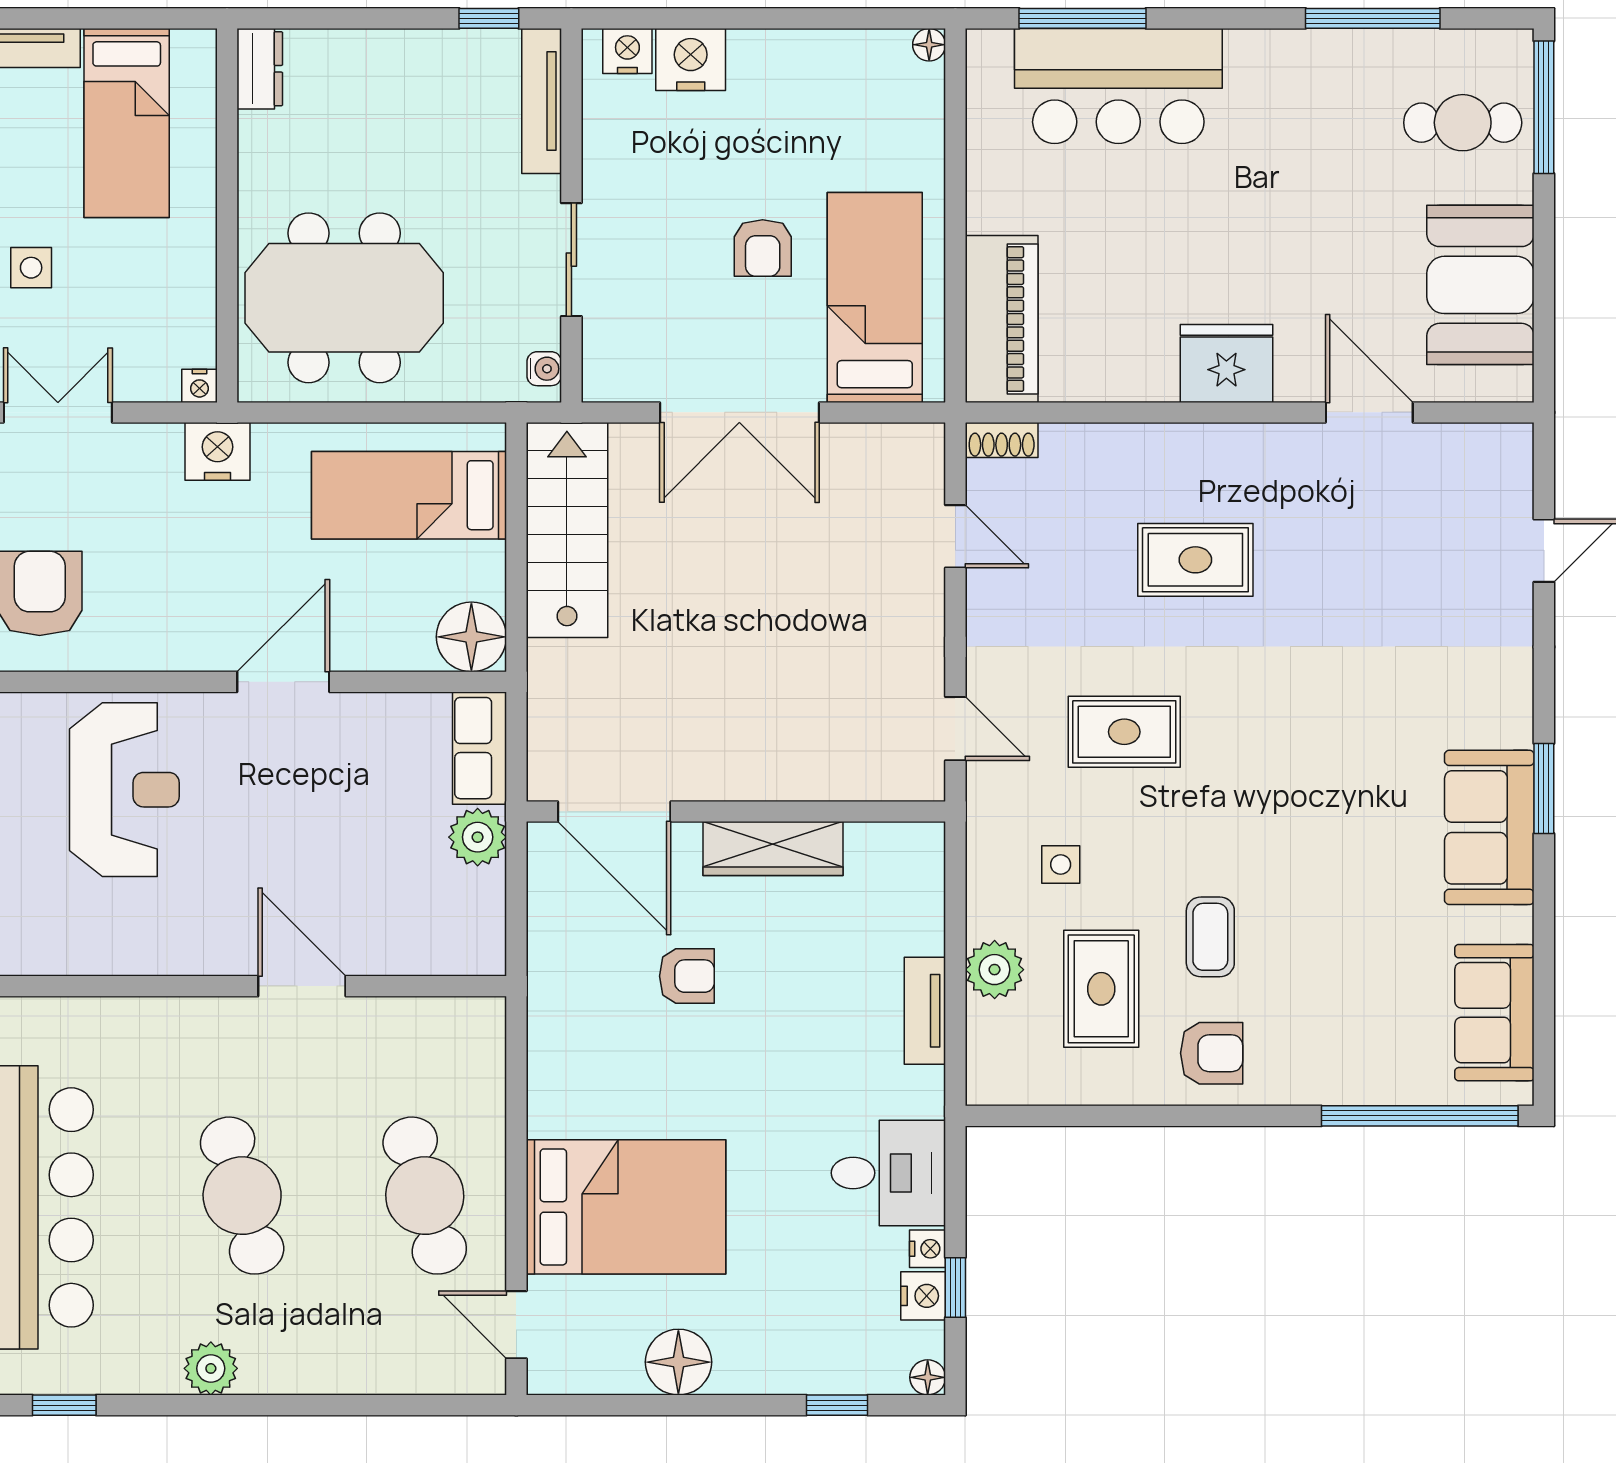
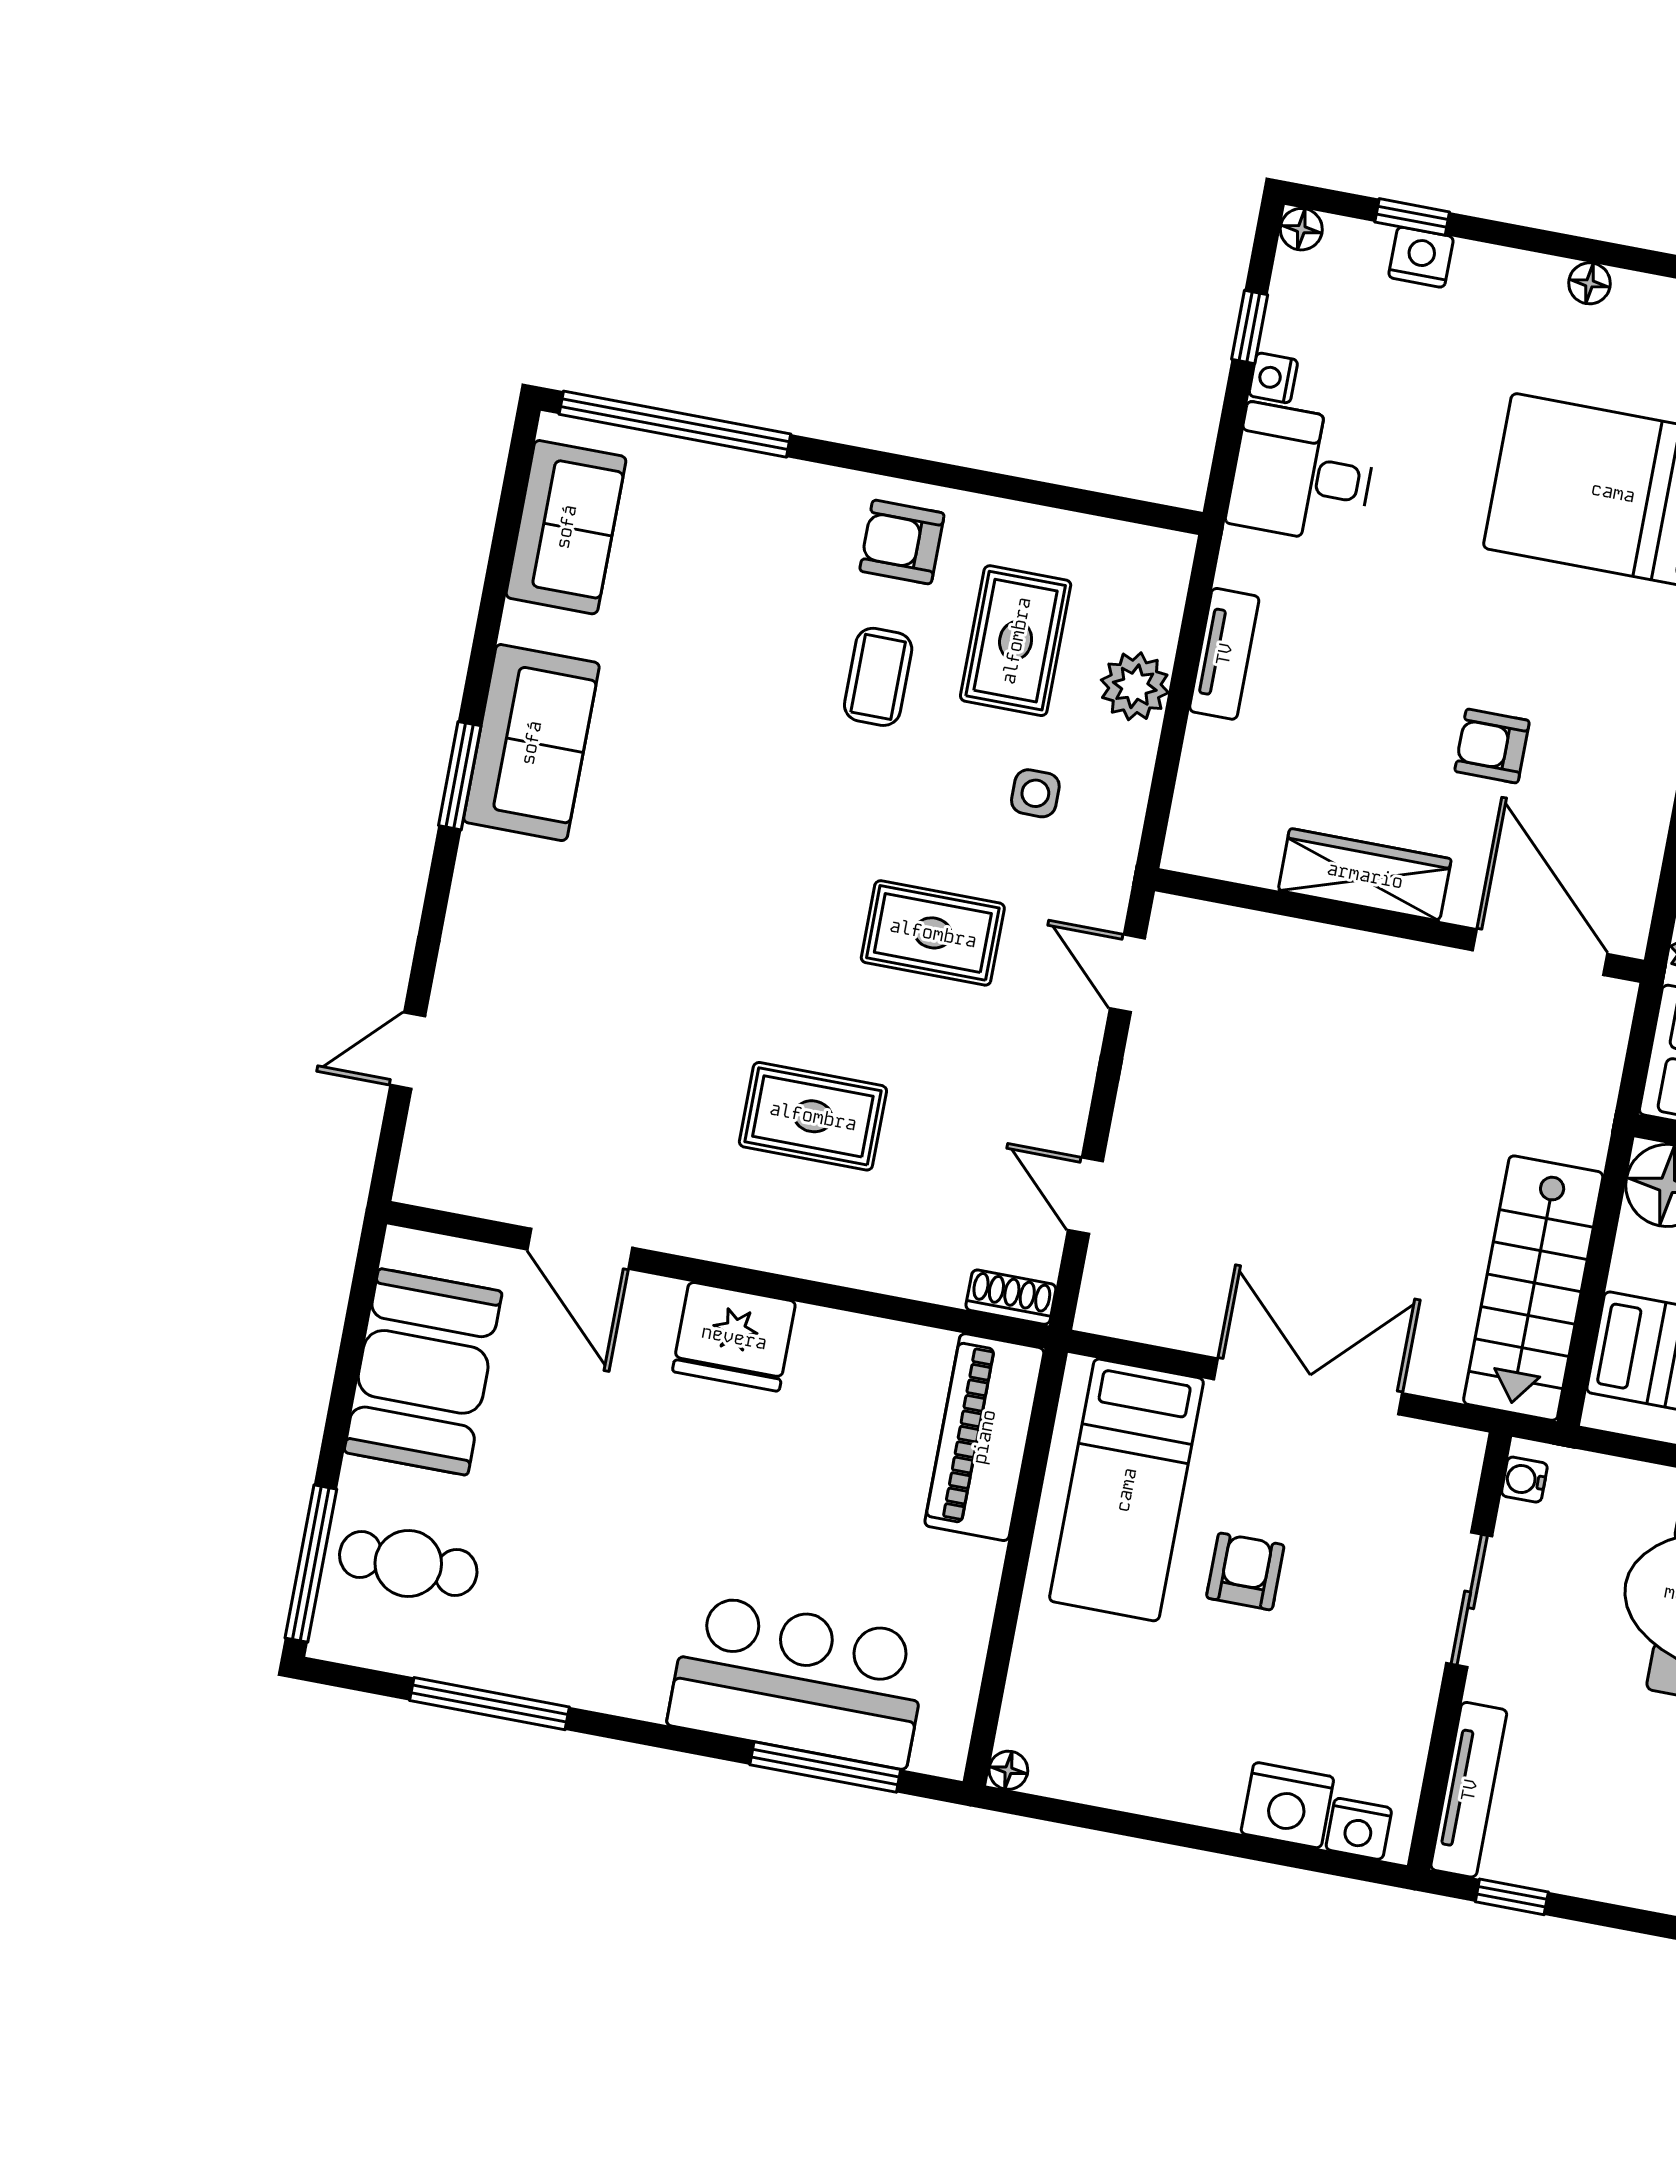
nightstand: (923, 1296) -> (1421, 257), moved, turned 90
floor lamp: (678, 1362) -> (1590, 283), width x0.53, depth x0.53

